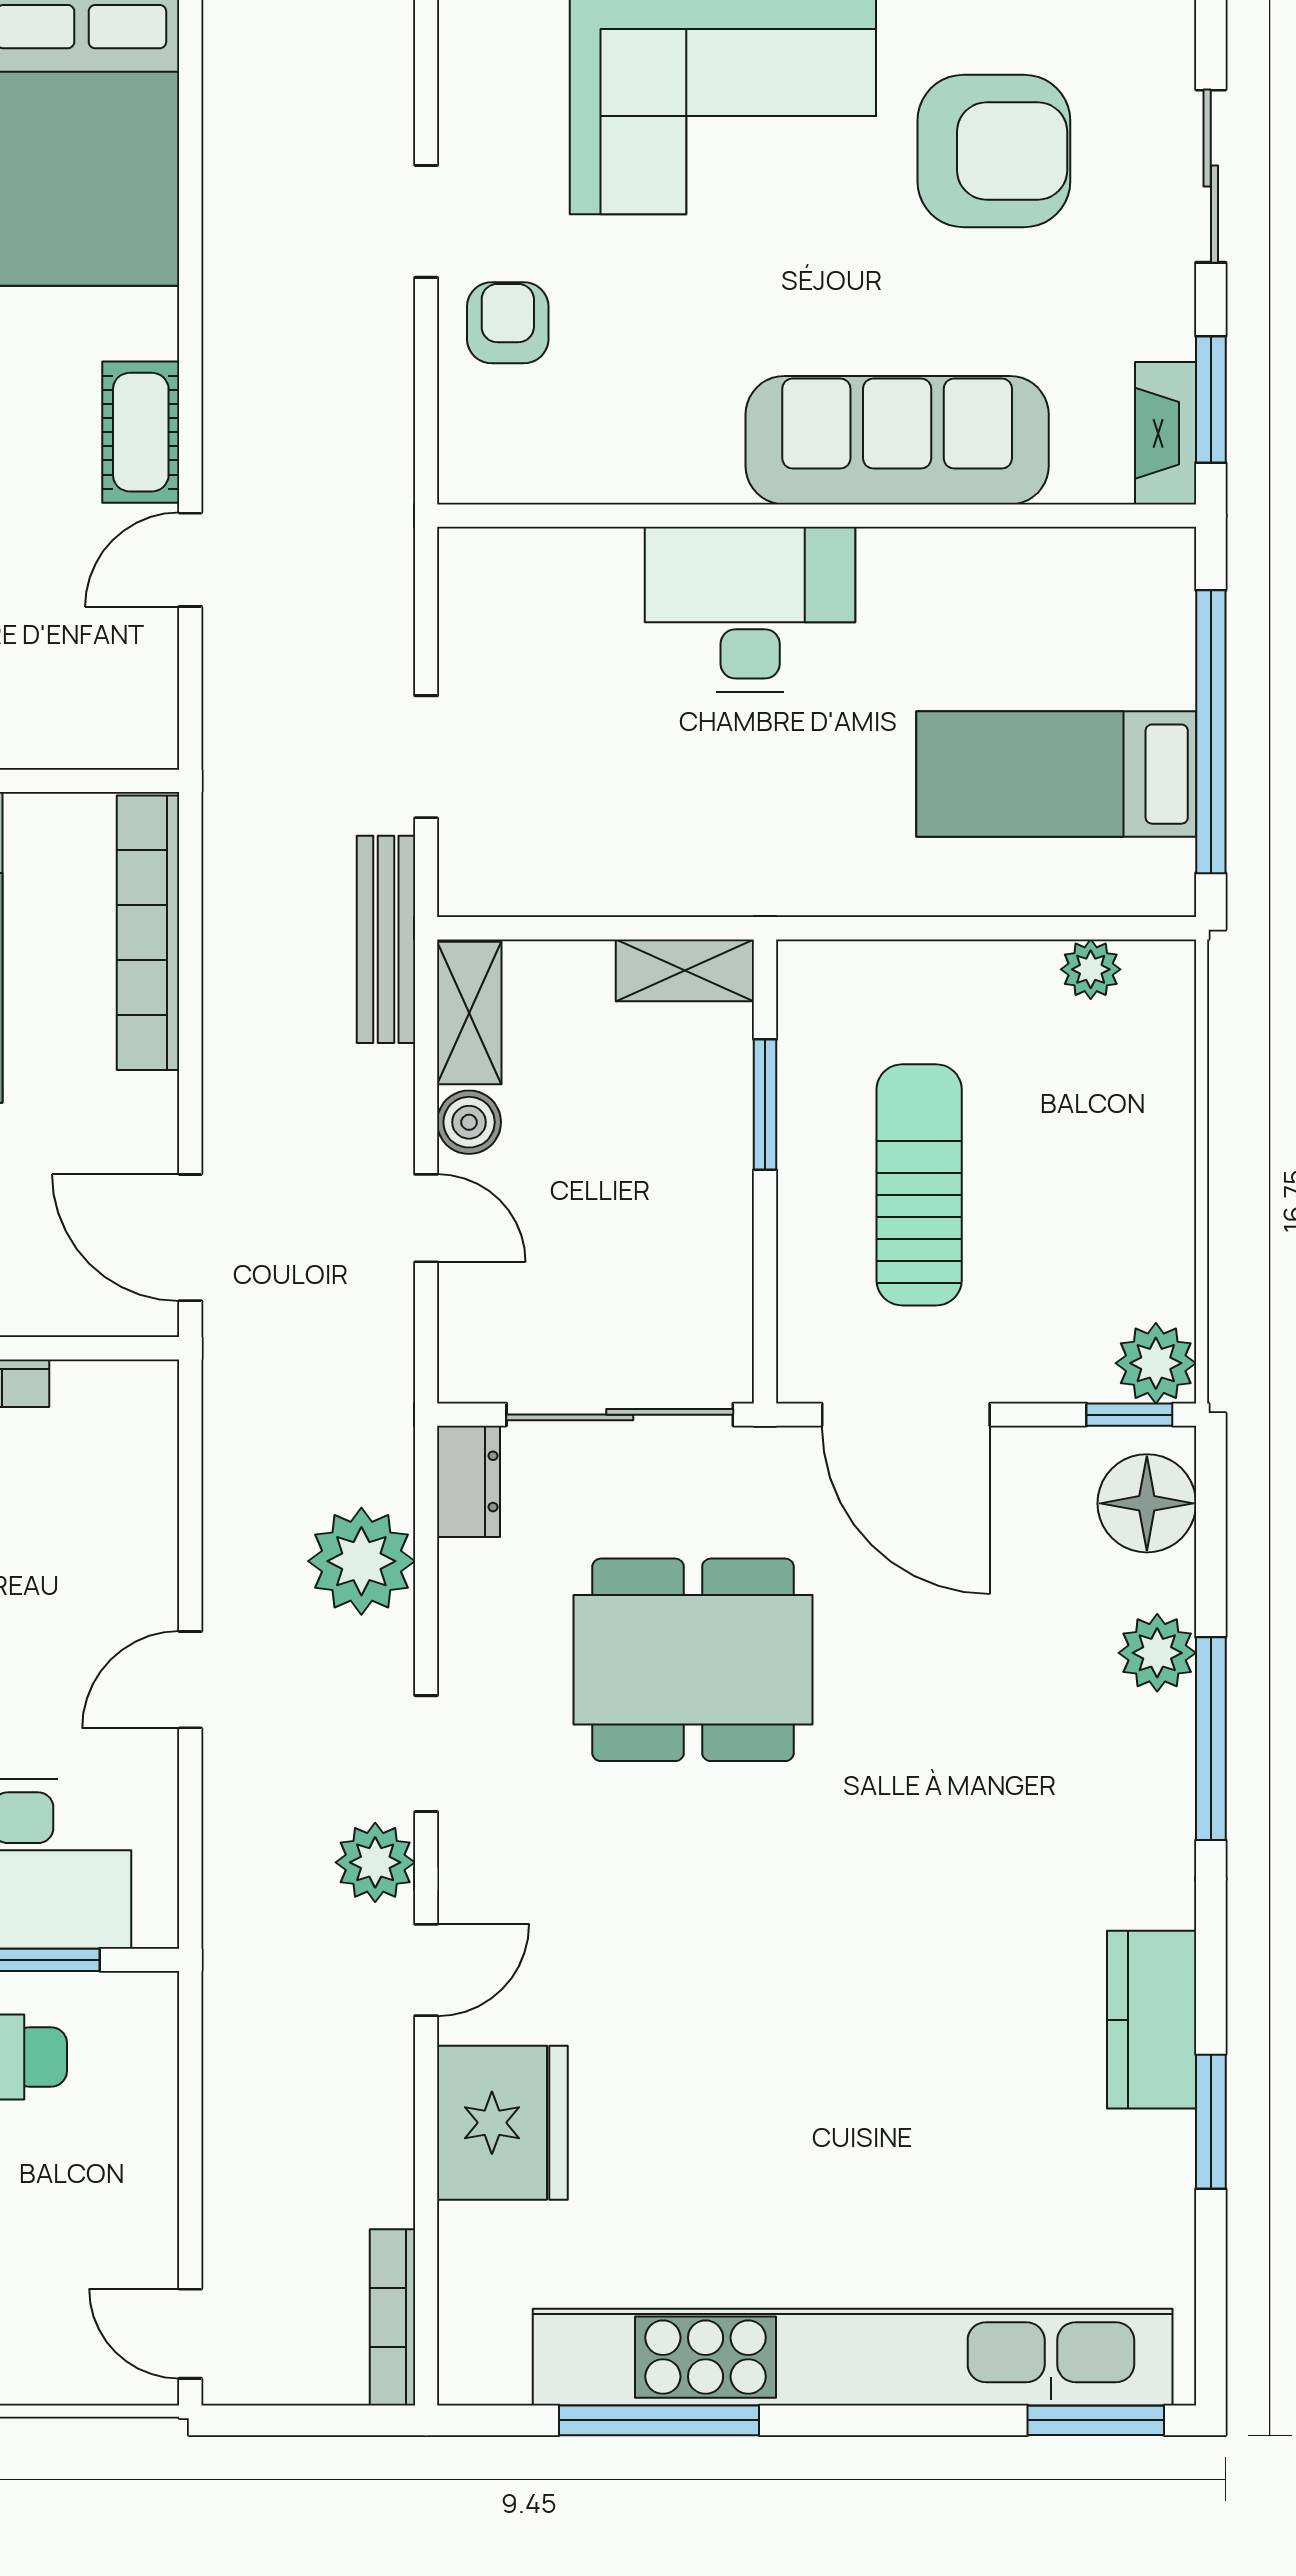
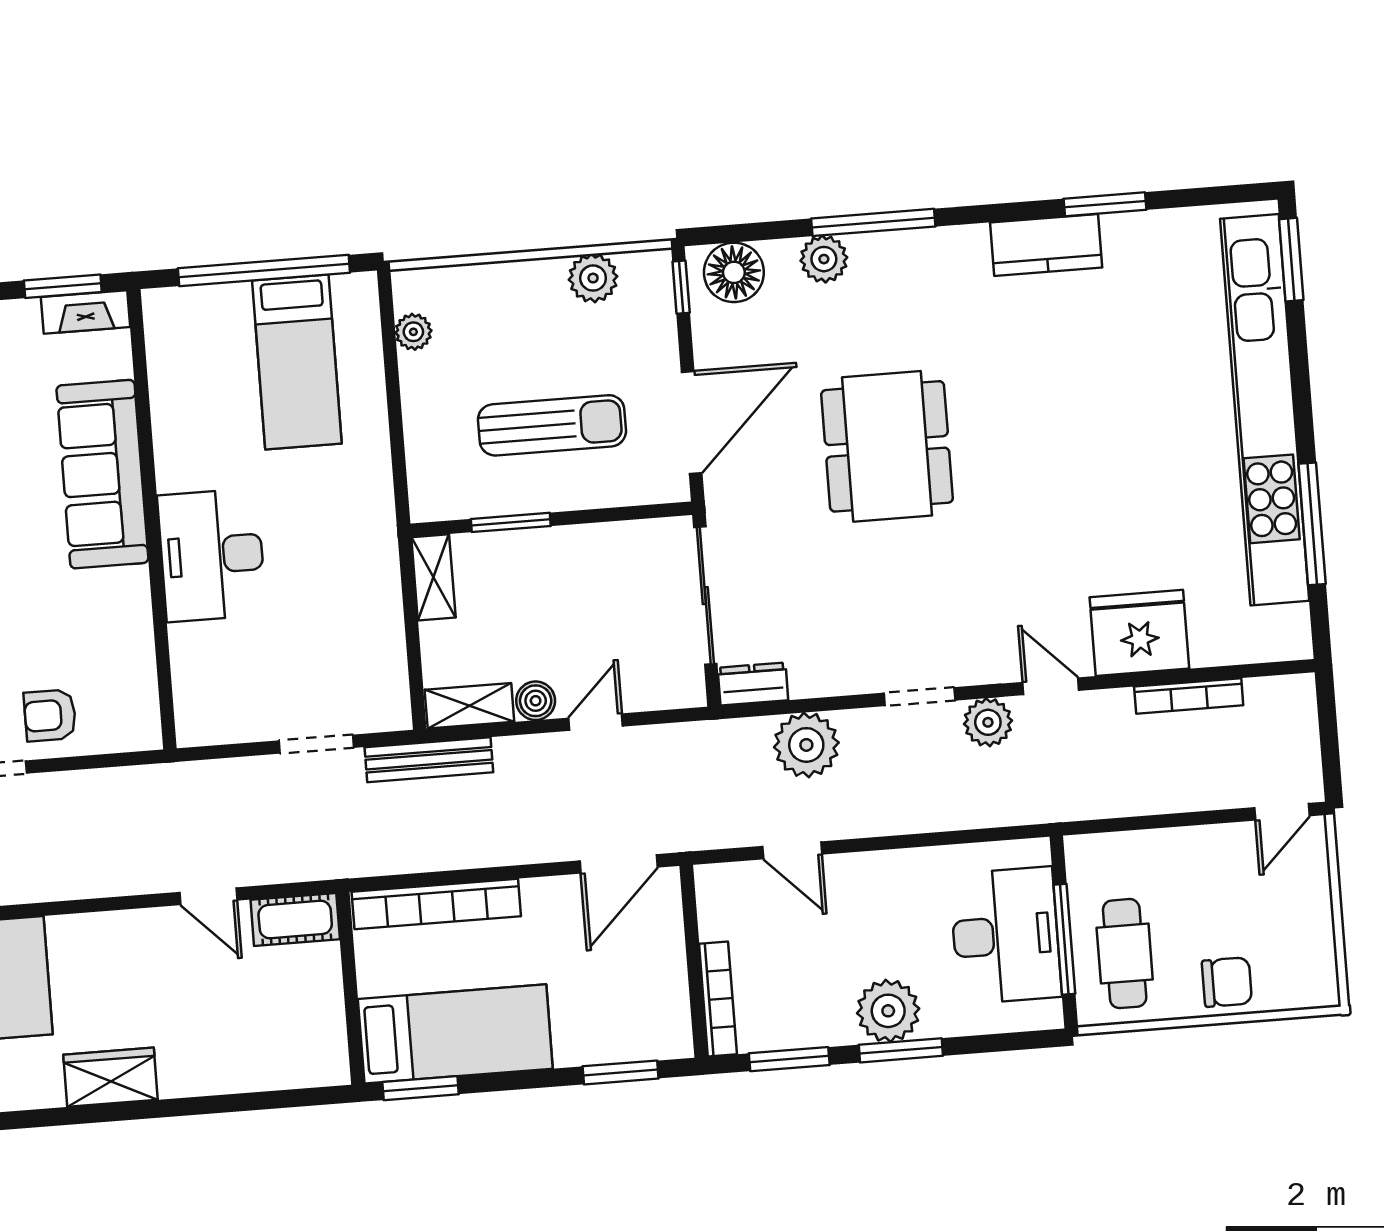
cot: (141, 432) -> (295, 920), moved
sun lounger: (919, 1185) -> (552, 425), turned 180
plant: (1156, 1363) -> (593, 278), moved
dining table: (693, 1660) -> (887, 446), moved
door: (190, 1680) -> (792, 850), moved
bookcase: (392, 2317) -> (1189, 696), moved

